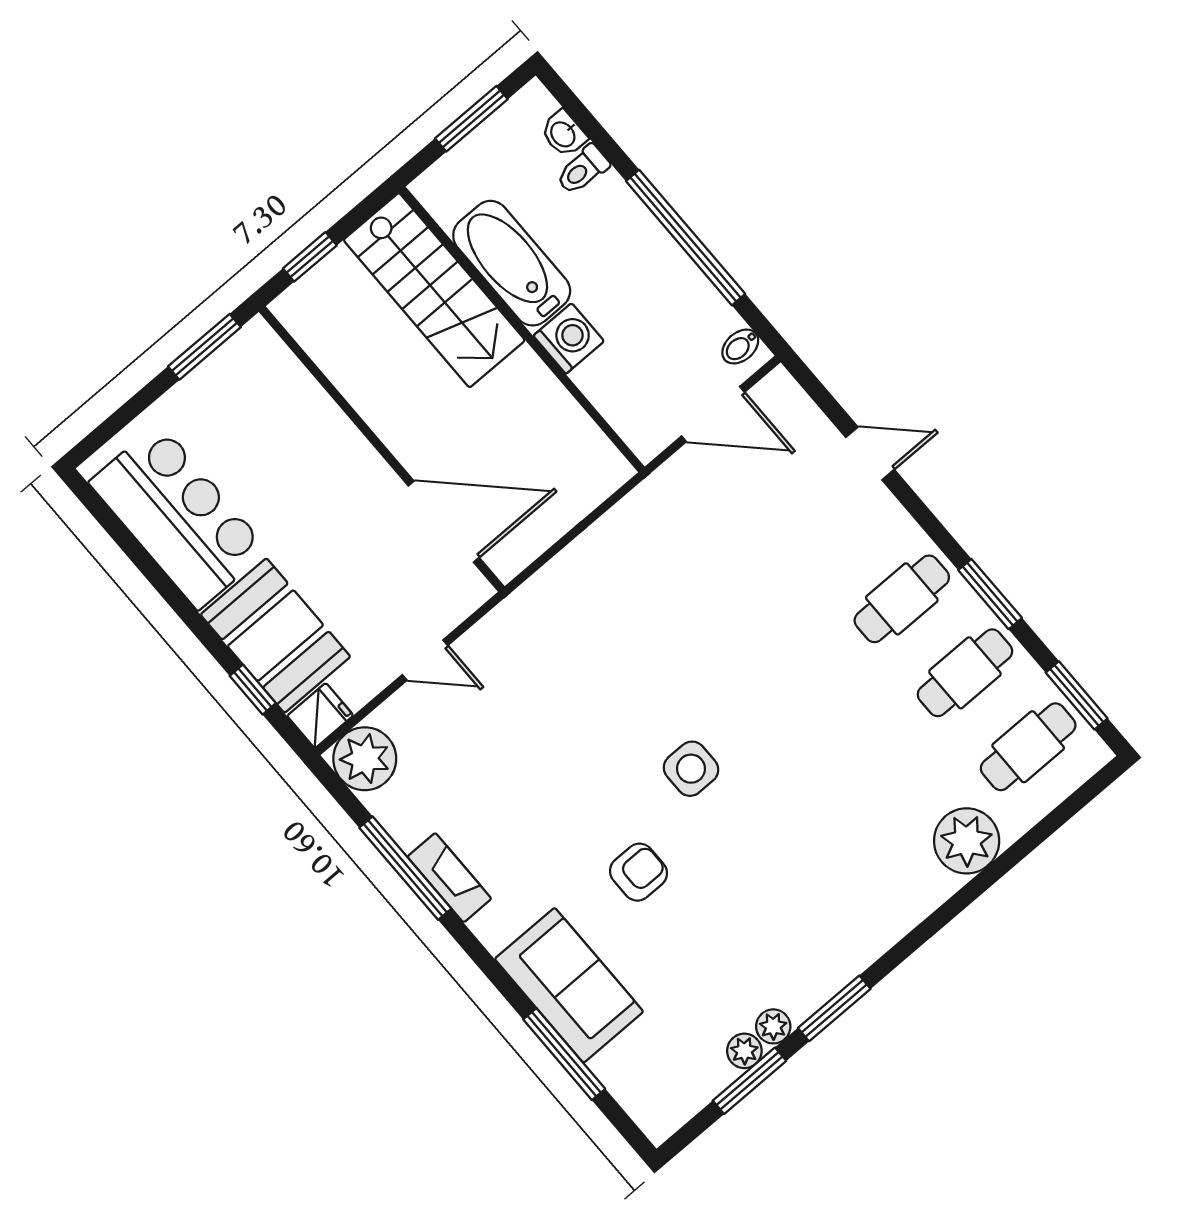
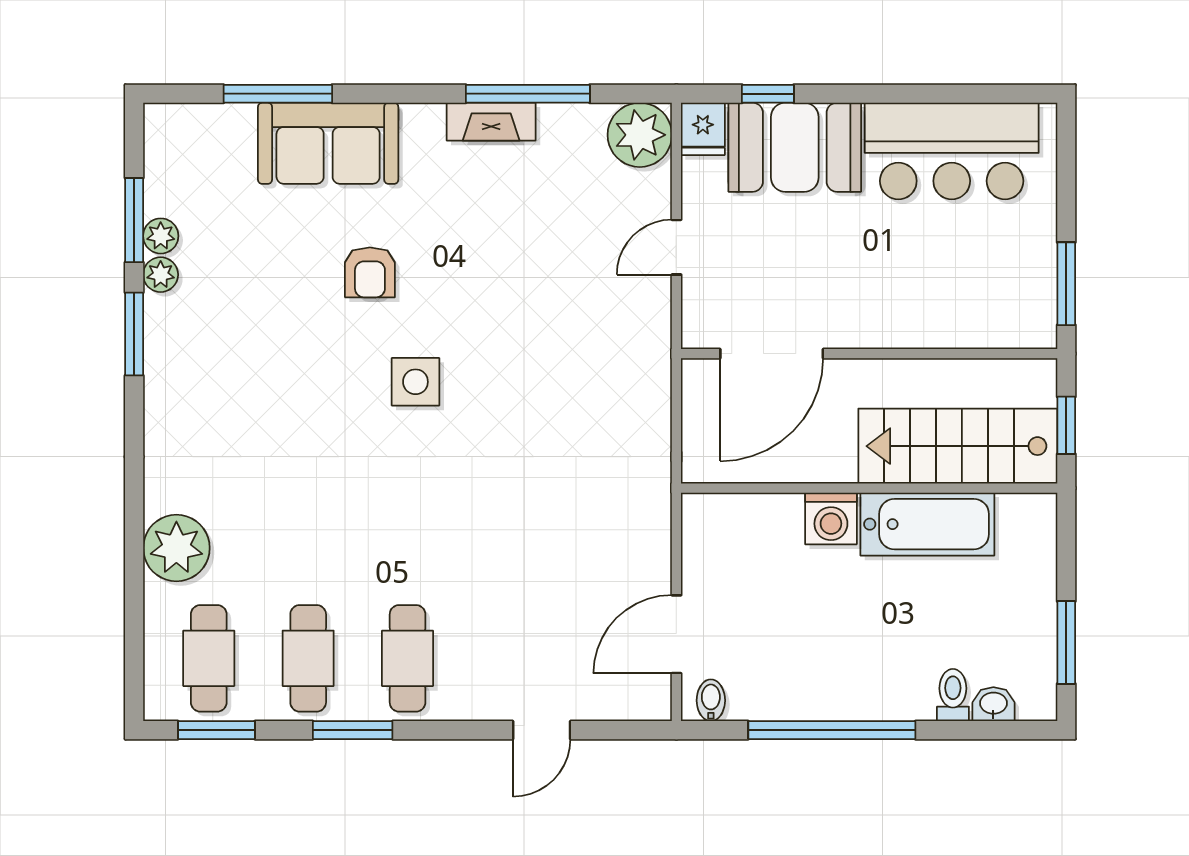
bathtub: (512, 263) -> (927, 524), moved
stairs: (434, 290) -> (958, 446), moved
wall: (522, 329) -> (869, 488), moved
washing machine: (569, 339) -> (831, 518), moved

